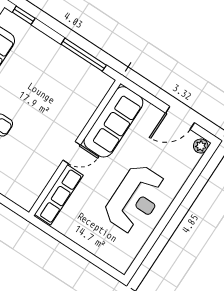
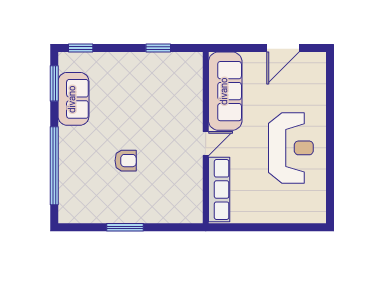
window: (84, 55) -> (158, 48), width x0.46
plant: (201, 146) -> (318, 61), removed

